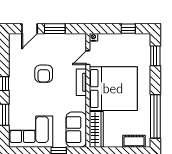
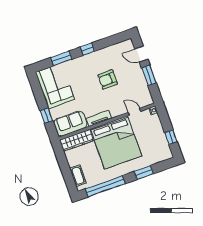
window: (155, 56) -> (144, 173), moved
tv unit: (81, 82) -> (99, 118), moved

